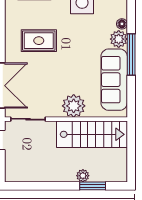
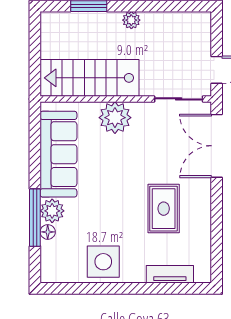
rug: (39, 41) -> (164, 209), turned 90
window: (131, 55) -> (35, 218), moved
plant: (83, 176) -> (131, 20), moved

